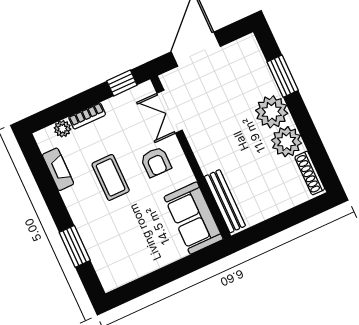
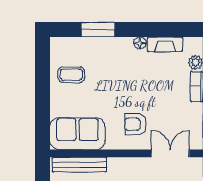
coffee table: (111, 177) -> (71, 75), moved, width x0.73, depth x0.77
floor lamp: (69, 196) -> (140, 43), added

